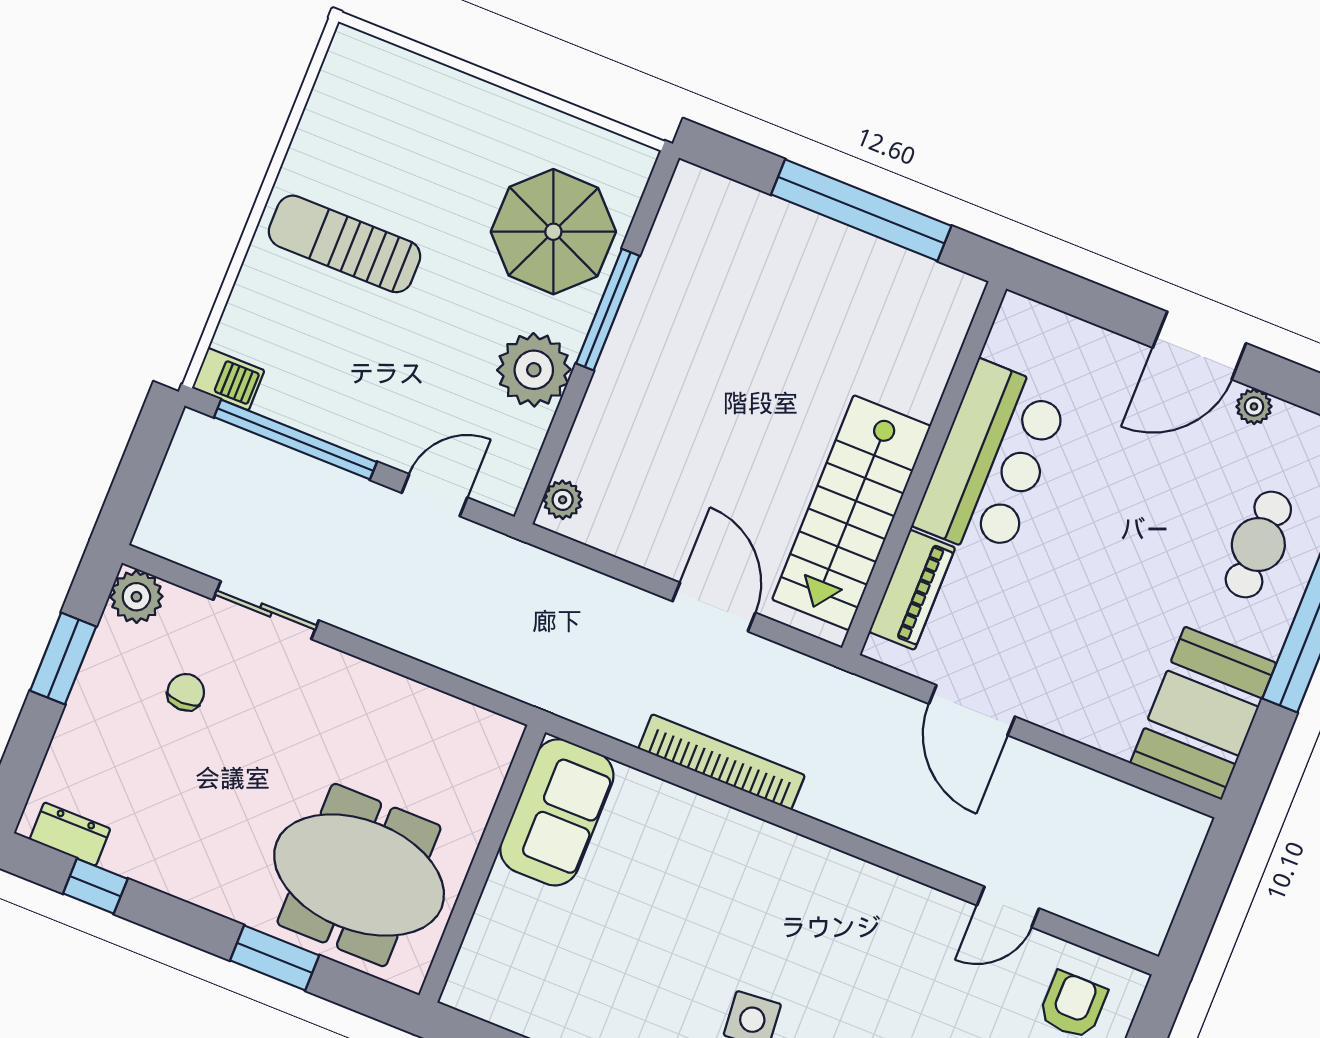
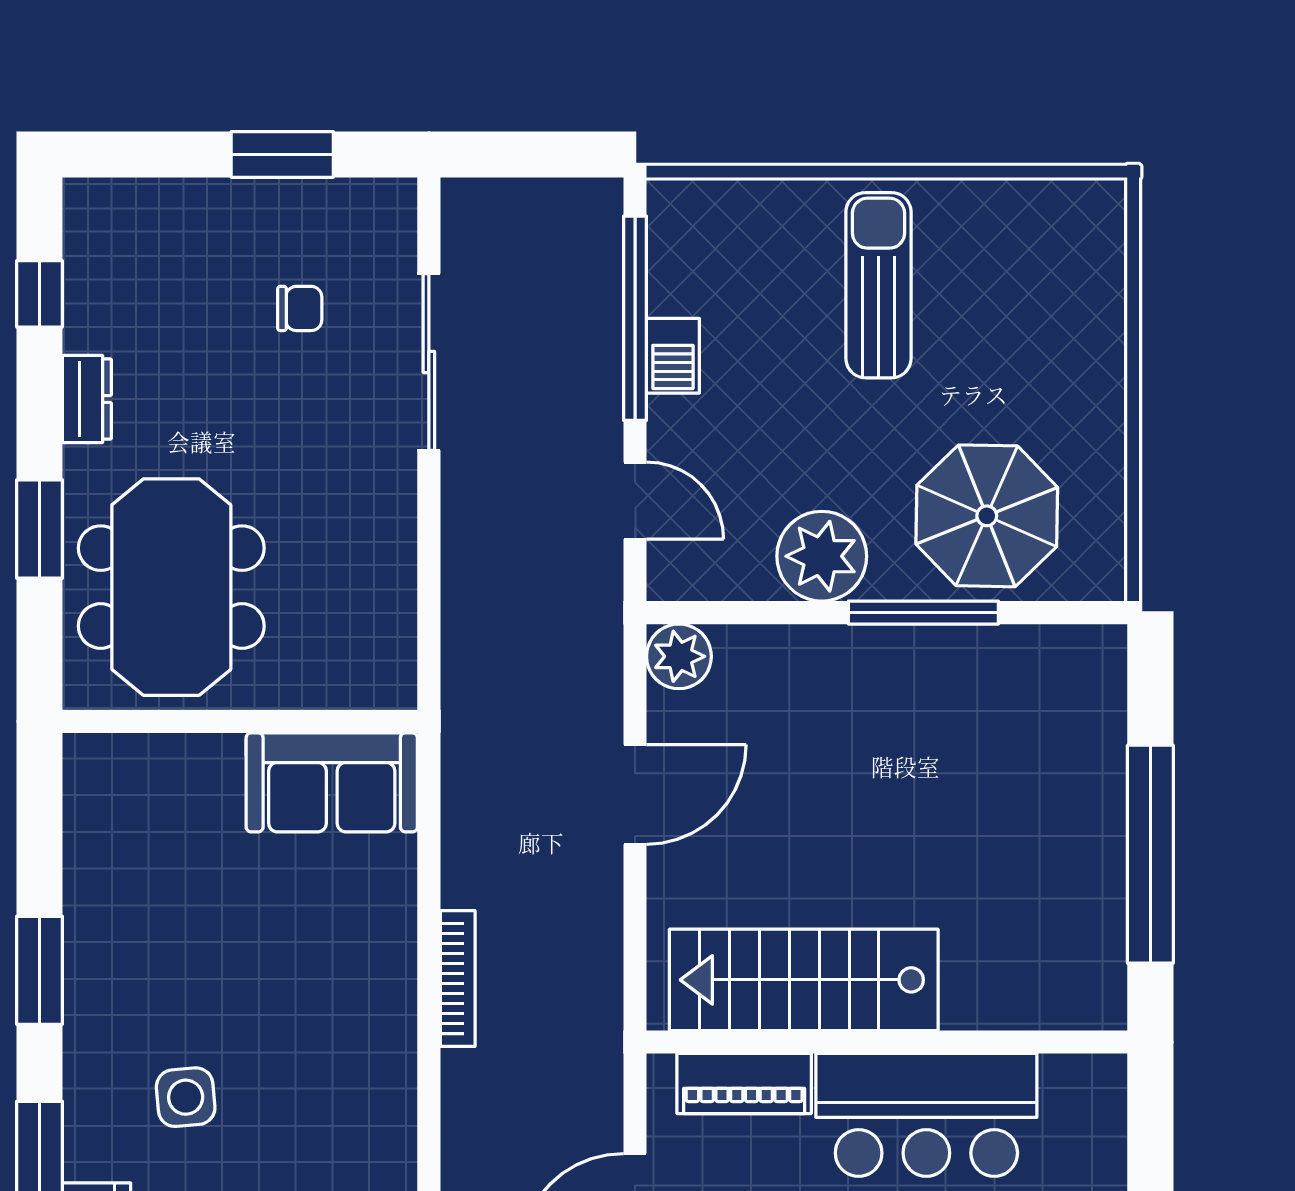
barbecue: (228, 379) -> (673, 356), moved
plant: (563, 500) -> (679, 656), width x1.38, depth x1.38
plant: (136, 597) -> (385, 209), removed
door: (714, 607) -> (635, 794), moved
sliding door: (266, 610) -> (429, 362), width x1.37
bookcase: (722, 762) -> (458, 978), width x0.68, depth x0.76
dresser: (70, 834) -> (87, 399), moved

